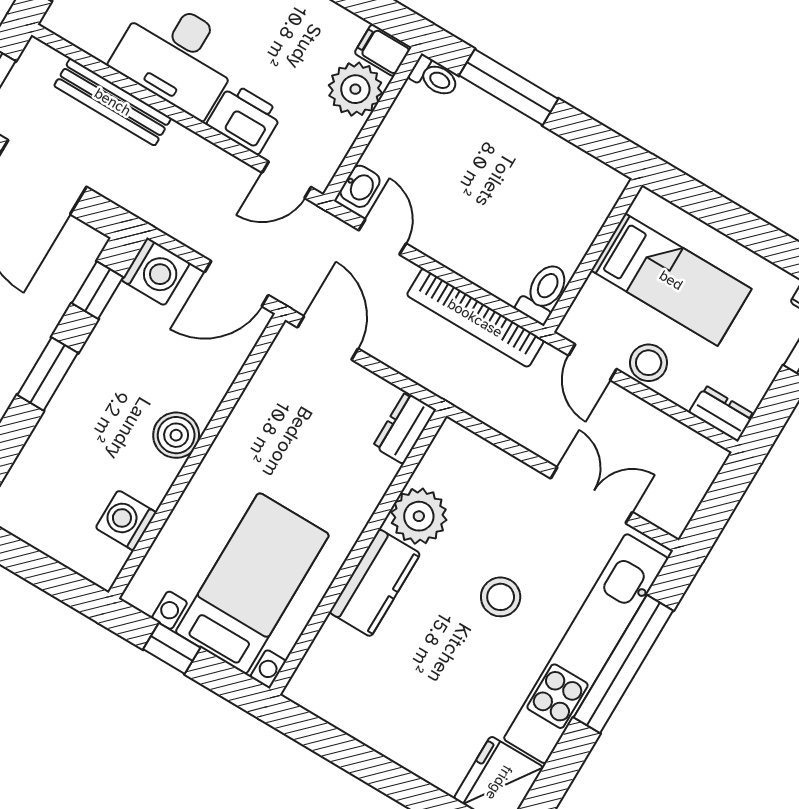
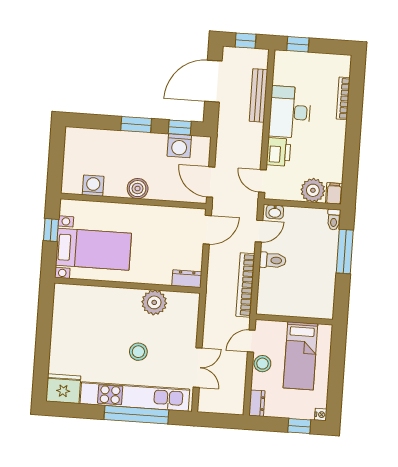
washing machine: (156, 272) -> (179, 146), moved
toilet: (544, 293) -> (273, 260), moved
kitchen counter: (375, 583) -> (118, 298), removed

